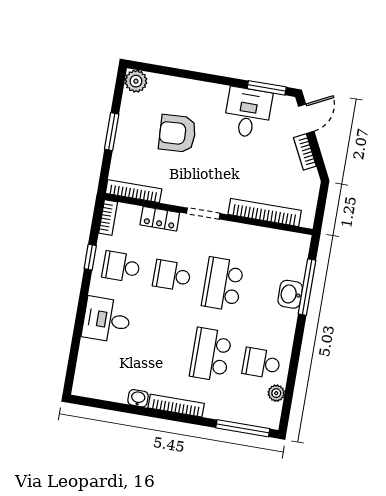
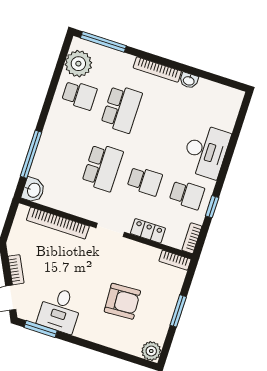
bookcase: (134, 191) -> (175, 260), width x0.64
washbasin: (290, 294) -> (33, 190), moved
desk: (107, 320) -> (206, 151), width x1.37
plant: (276, 393) -> (78, 64), width x1.88, depth x1.88

